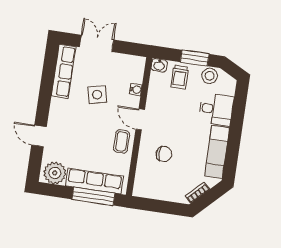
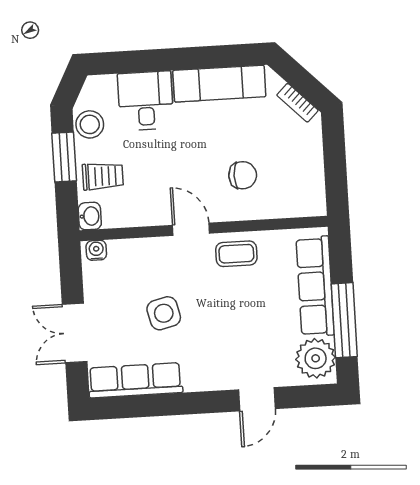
water cooler: (136, 89) -> (96, 250), moved
door: (140, 119) -> (191, 229), swing flipped
chair: (164, 154) -> (243, 175), turned 90
window: (93, 196) -> (344, 320), moved

